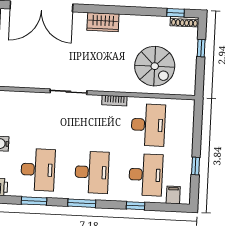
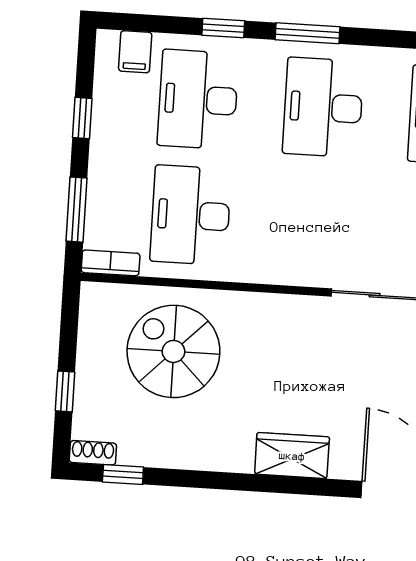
shoe rack: (184, 22) -> (93, 453), width x0.70
bookcase: (114, 101) -> (111, 263), moved
window: (197, 127) -> (76, 210), added
window: (82, 203) -> (308, 33), moved

